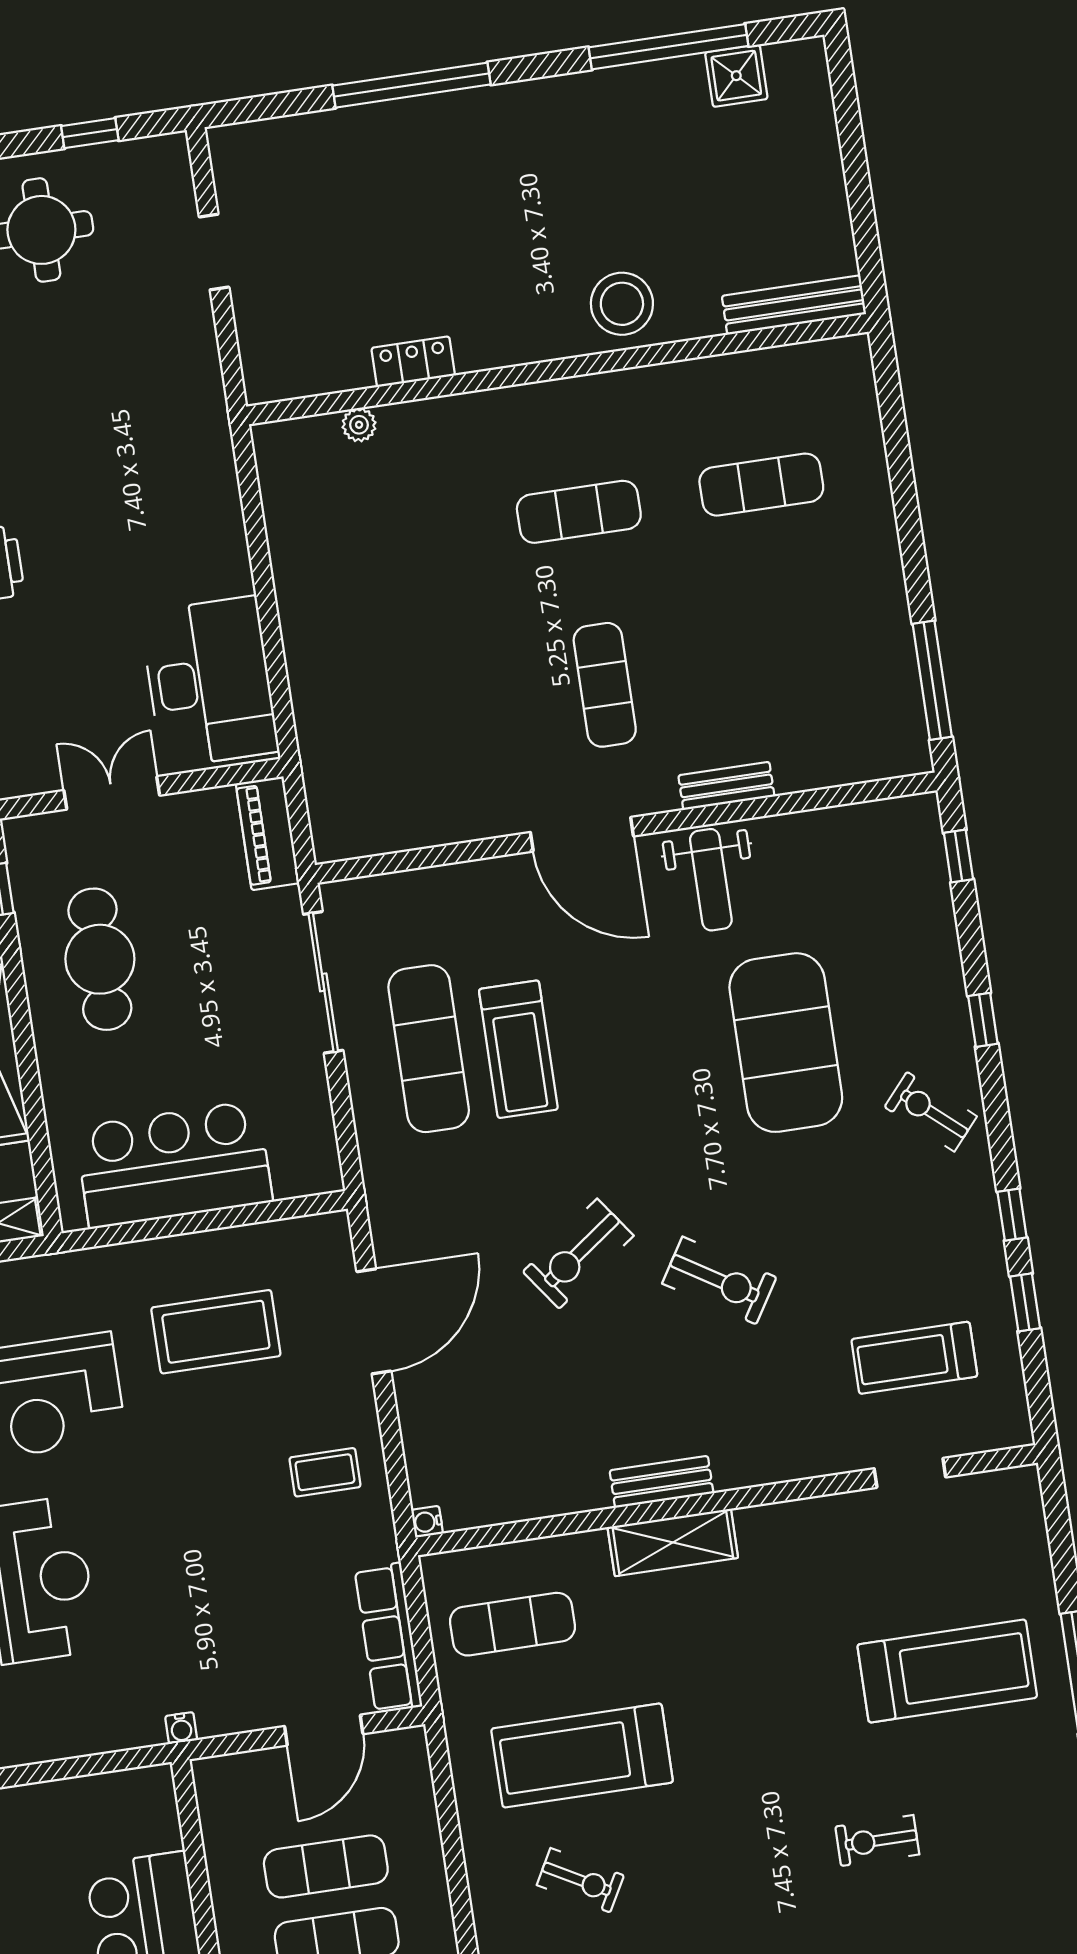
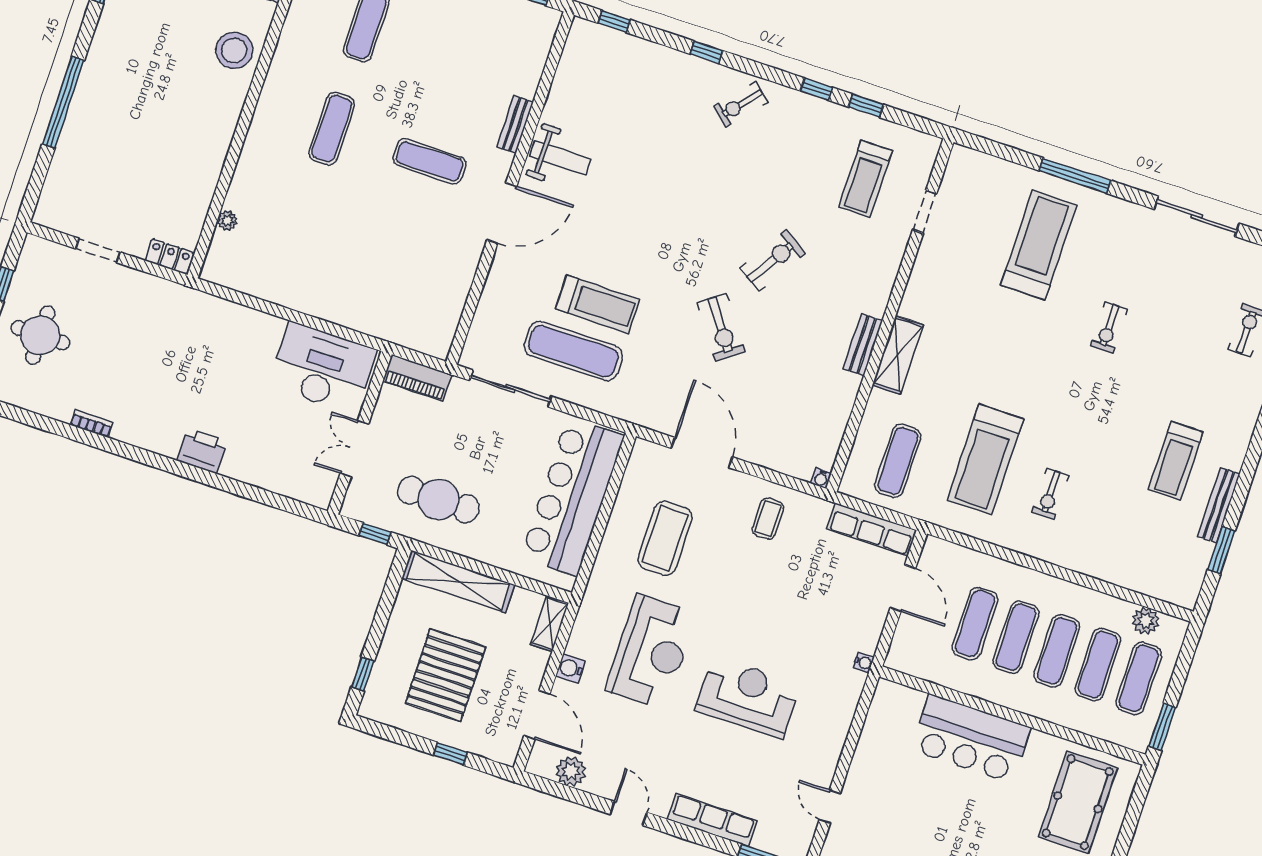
locker: (413, 362) -> (169, 257), moved, turned 90
exercise mat: (786, 1043) -> (666, 162), removed
bar counter: (174, 1164) -> (572, 497), width x1.36
exercise bike: (580, 1880) -> (1050, 494), turned 151

